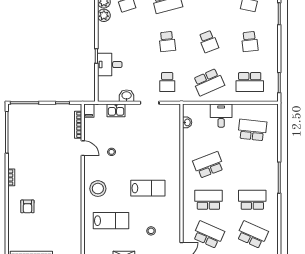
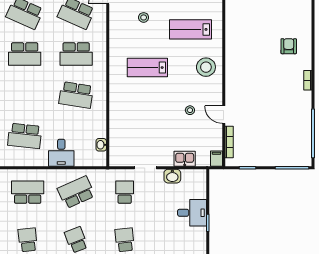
school desk: (208, 165) -> (76, 95), turned 30

